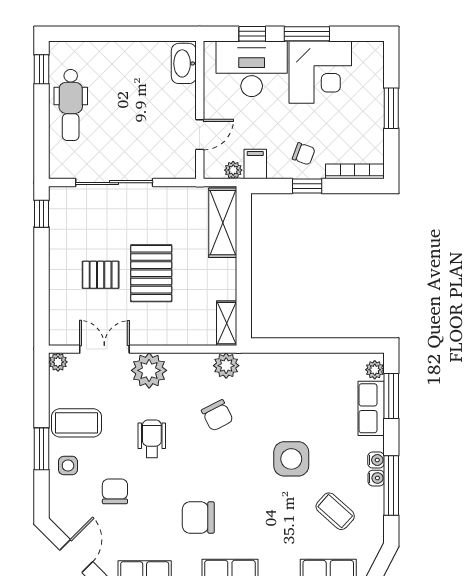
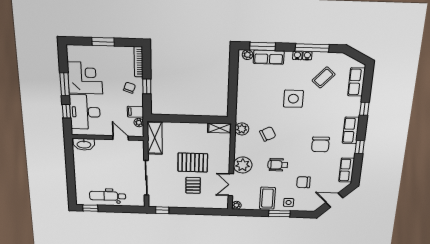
dental chair: (71, 105) -> (108, 196), turned 180
shelving: (223, 223) -> (155, 138), moved, turned 90

